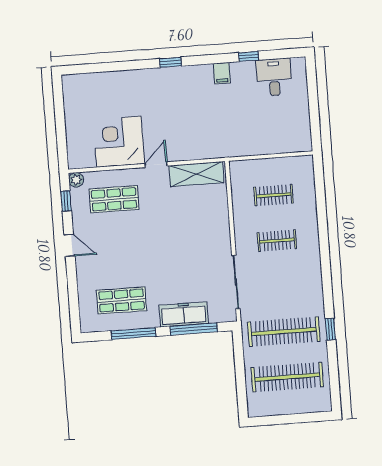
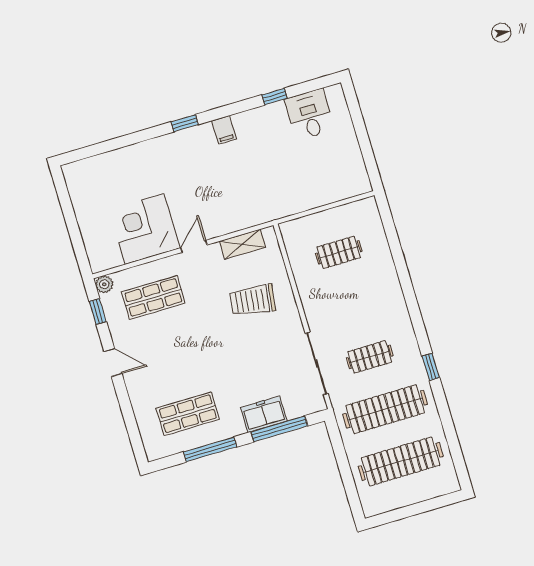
filing cabinet: (222, 73) -> (224, 130), moved
shelving: (196, 174) -> (242, 244), width x0.67, depth x0.75
trolley: (195, 219) -> (252, 300), added
clothes rail: (277, 241) -> (370, 357), moved
freezer: (184, 314) -> (264, 414), width x0.71
window: (330, 329) -> (431, 367), moved

